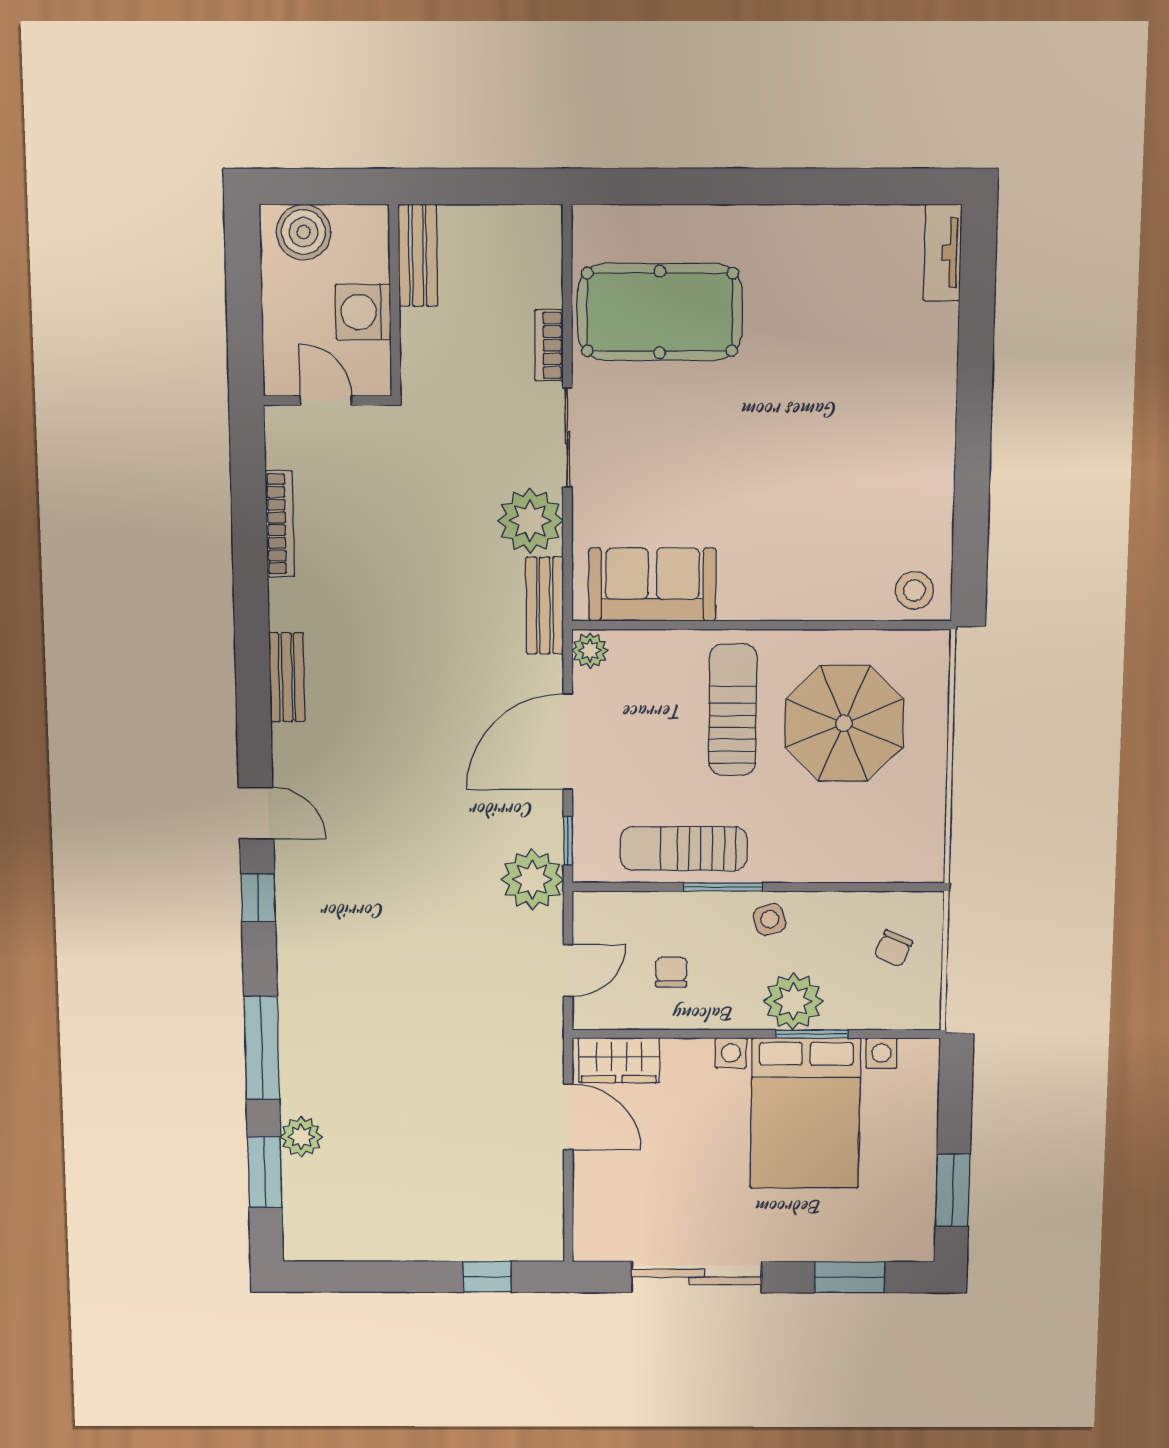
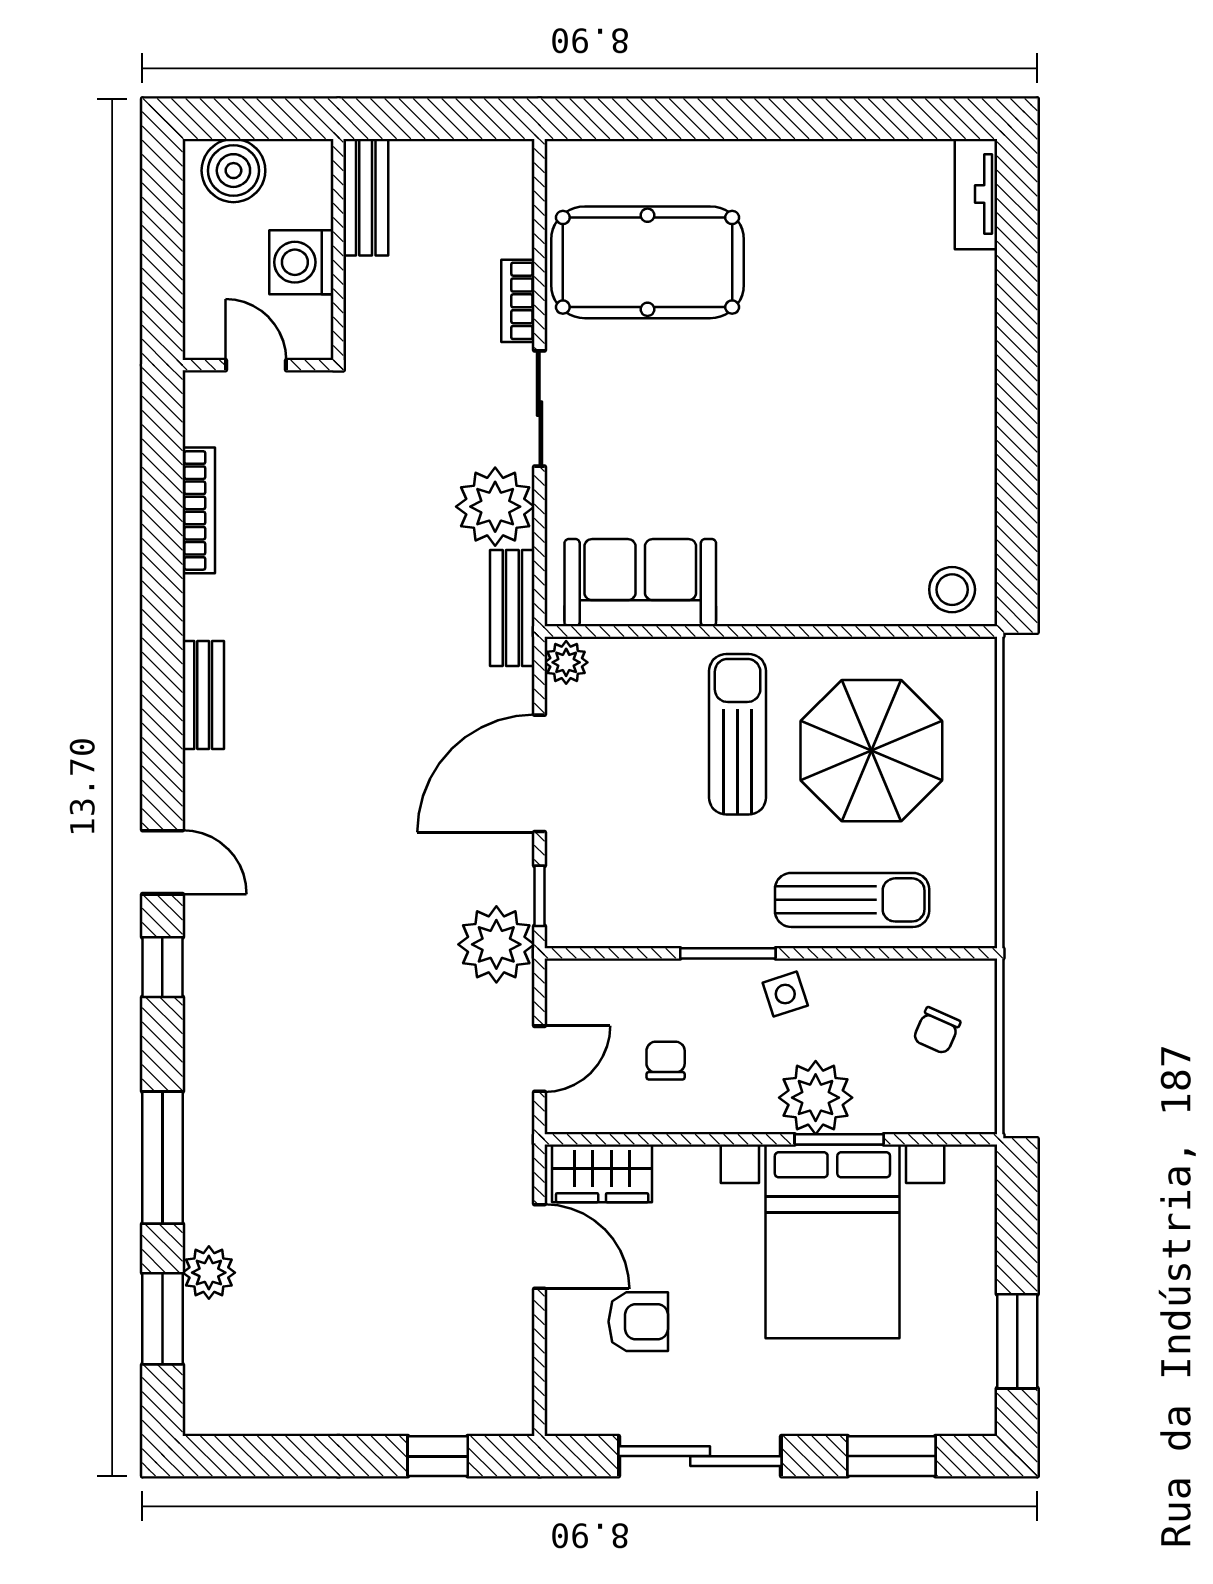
sun lounger: (684, 849) -> (852, 900), moved, turned 180
armchair: (648, 1175) -> (638, 1322), added

